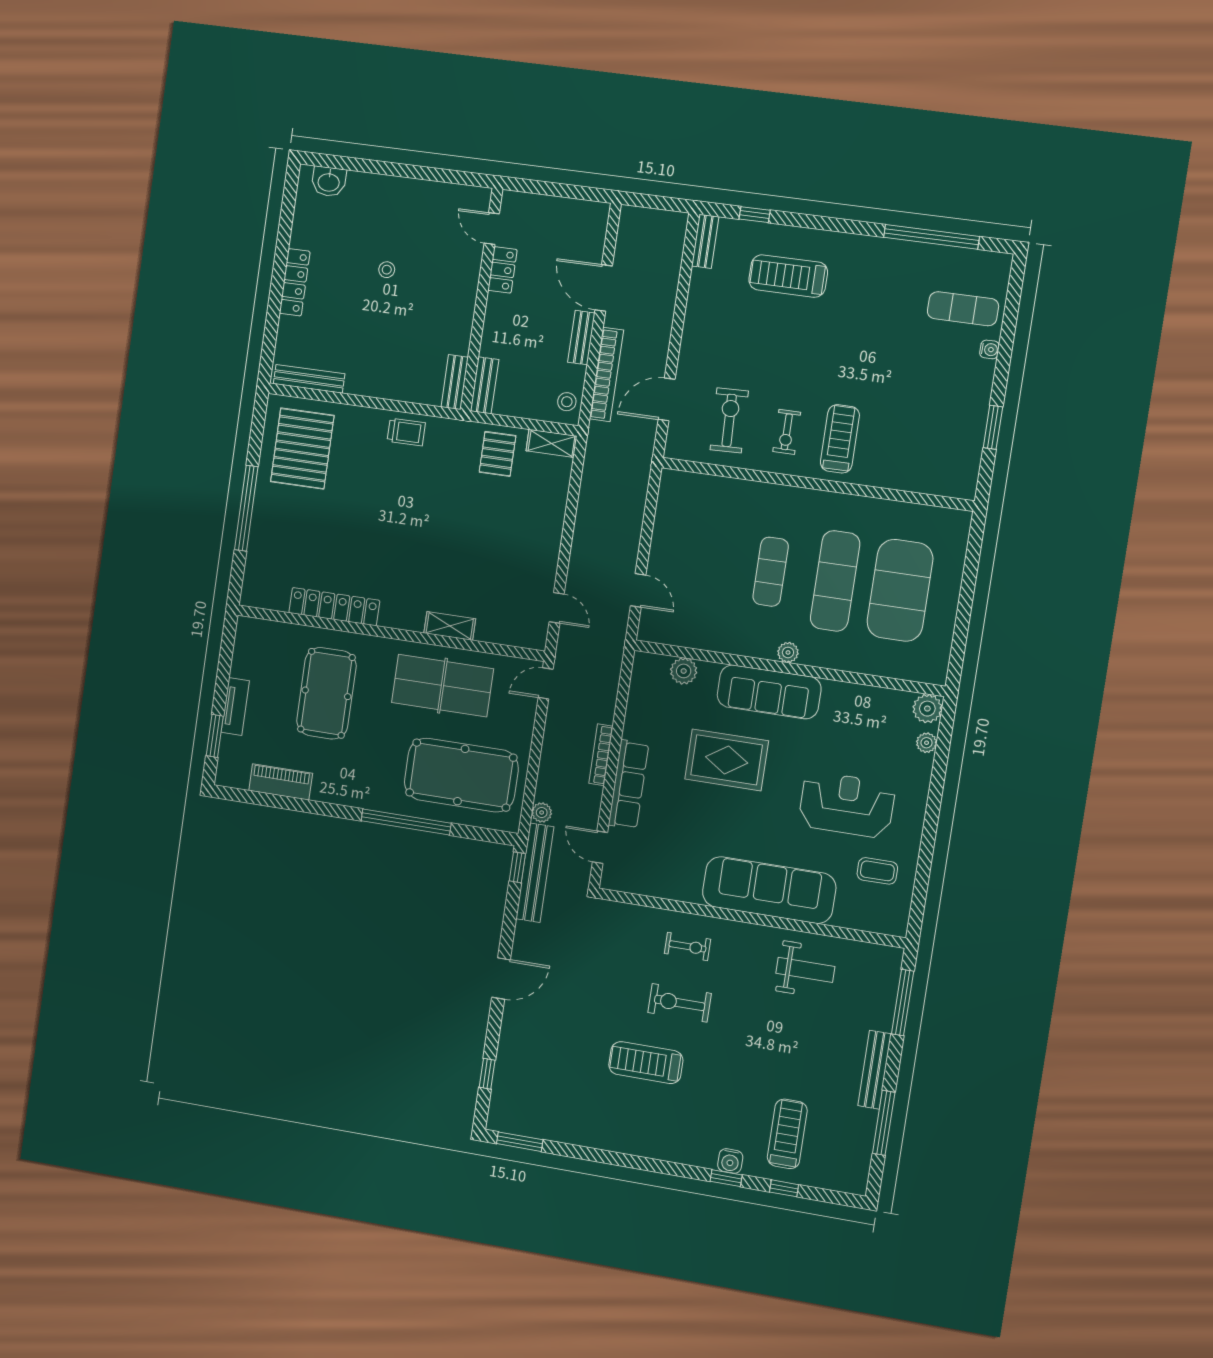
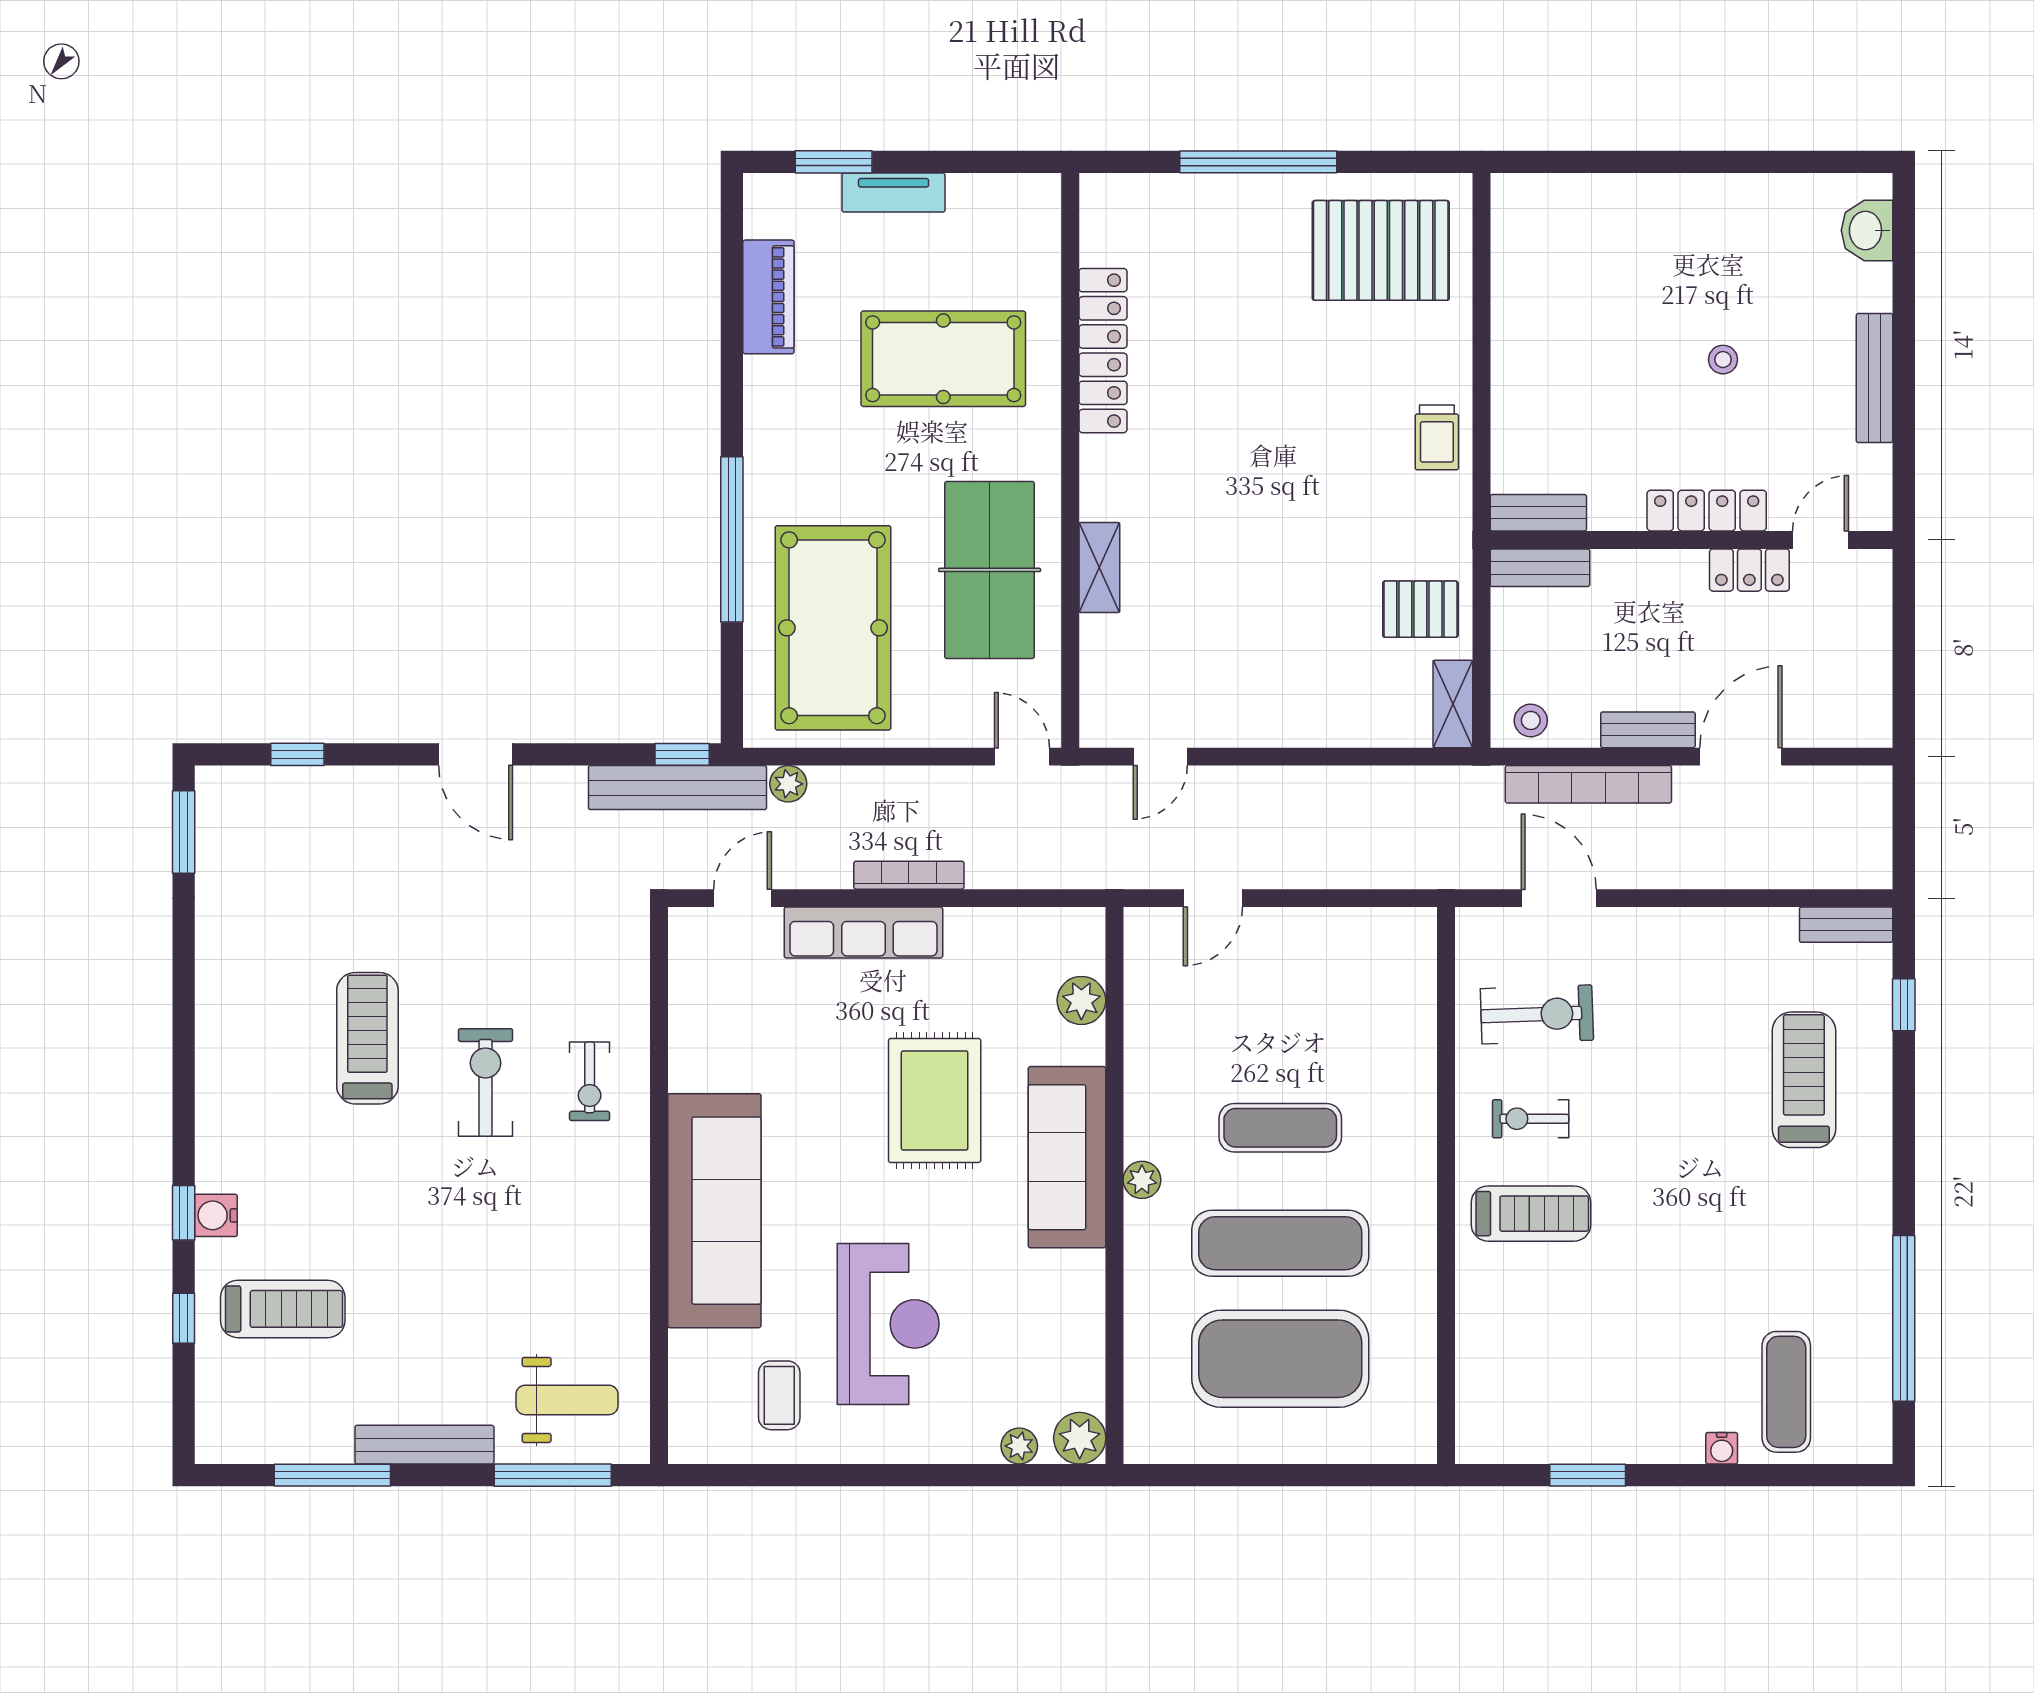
locker: (295, 282) -> (1707, 511), moved, turned 180
bench: (309, 379) -> (1875, 378), moved
weight bench: (805, 970) -> (567, 1400), moved, turned -90

